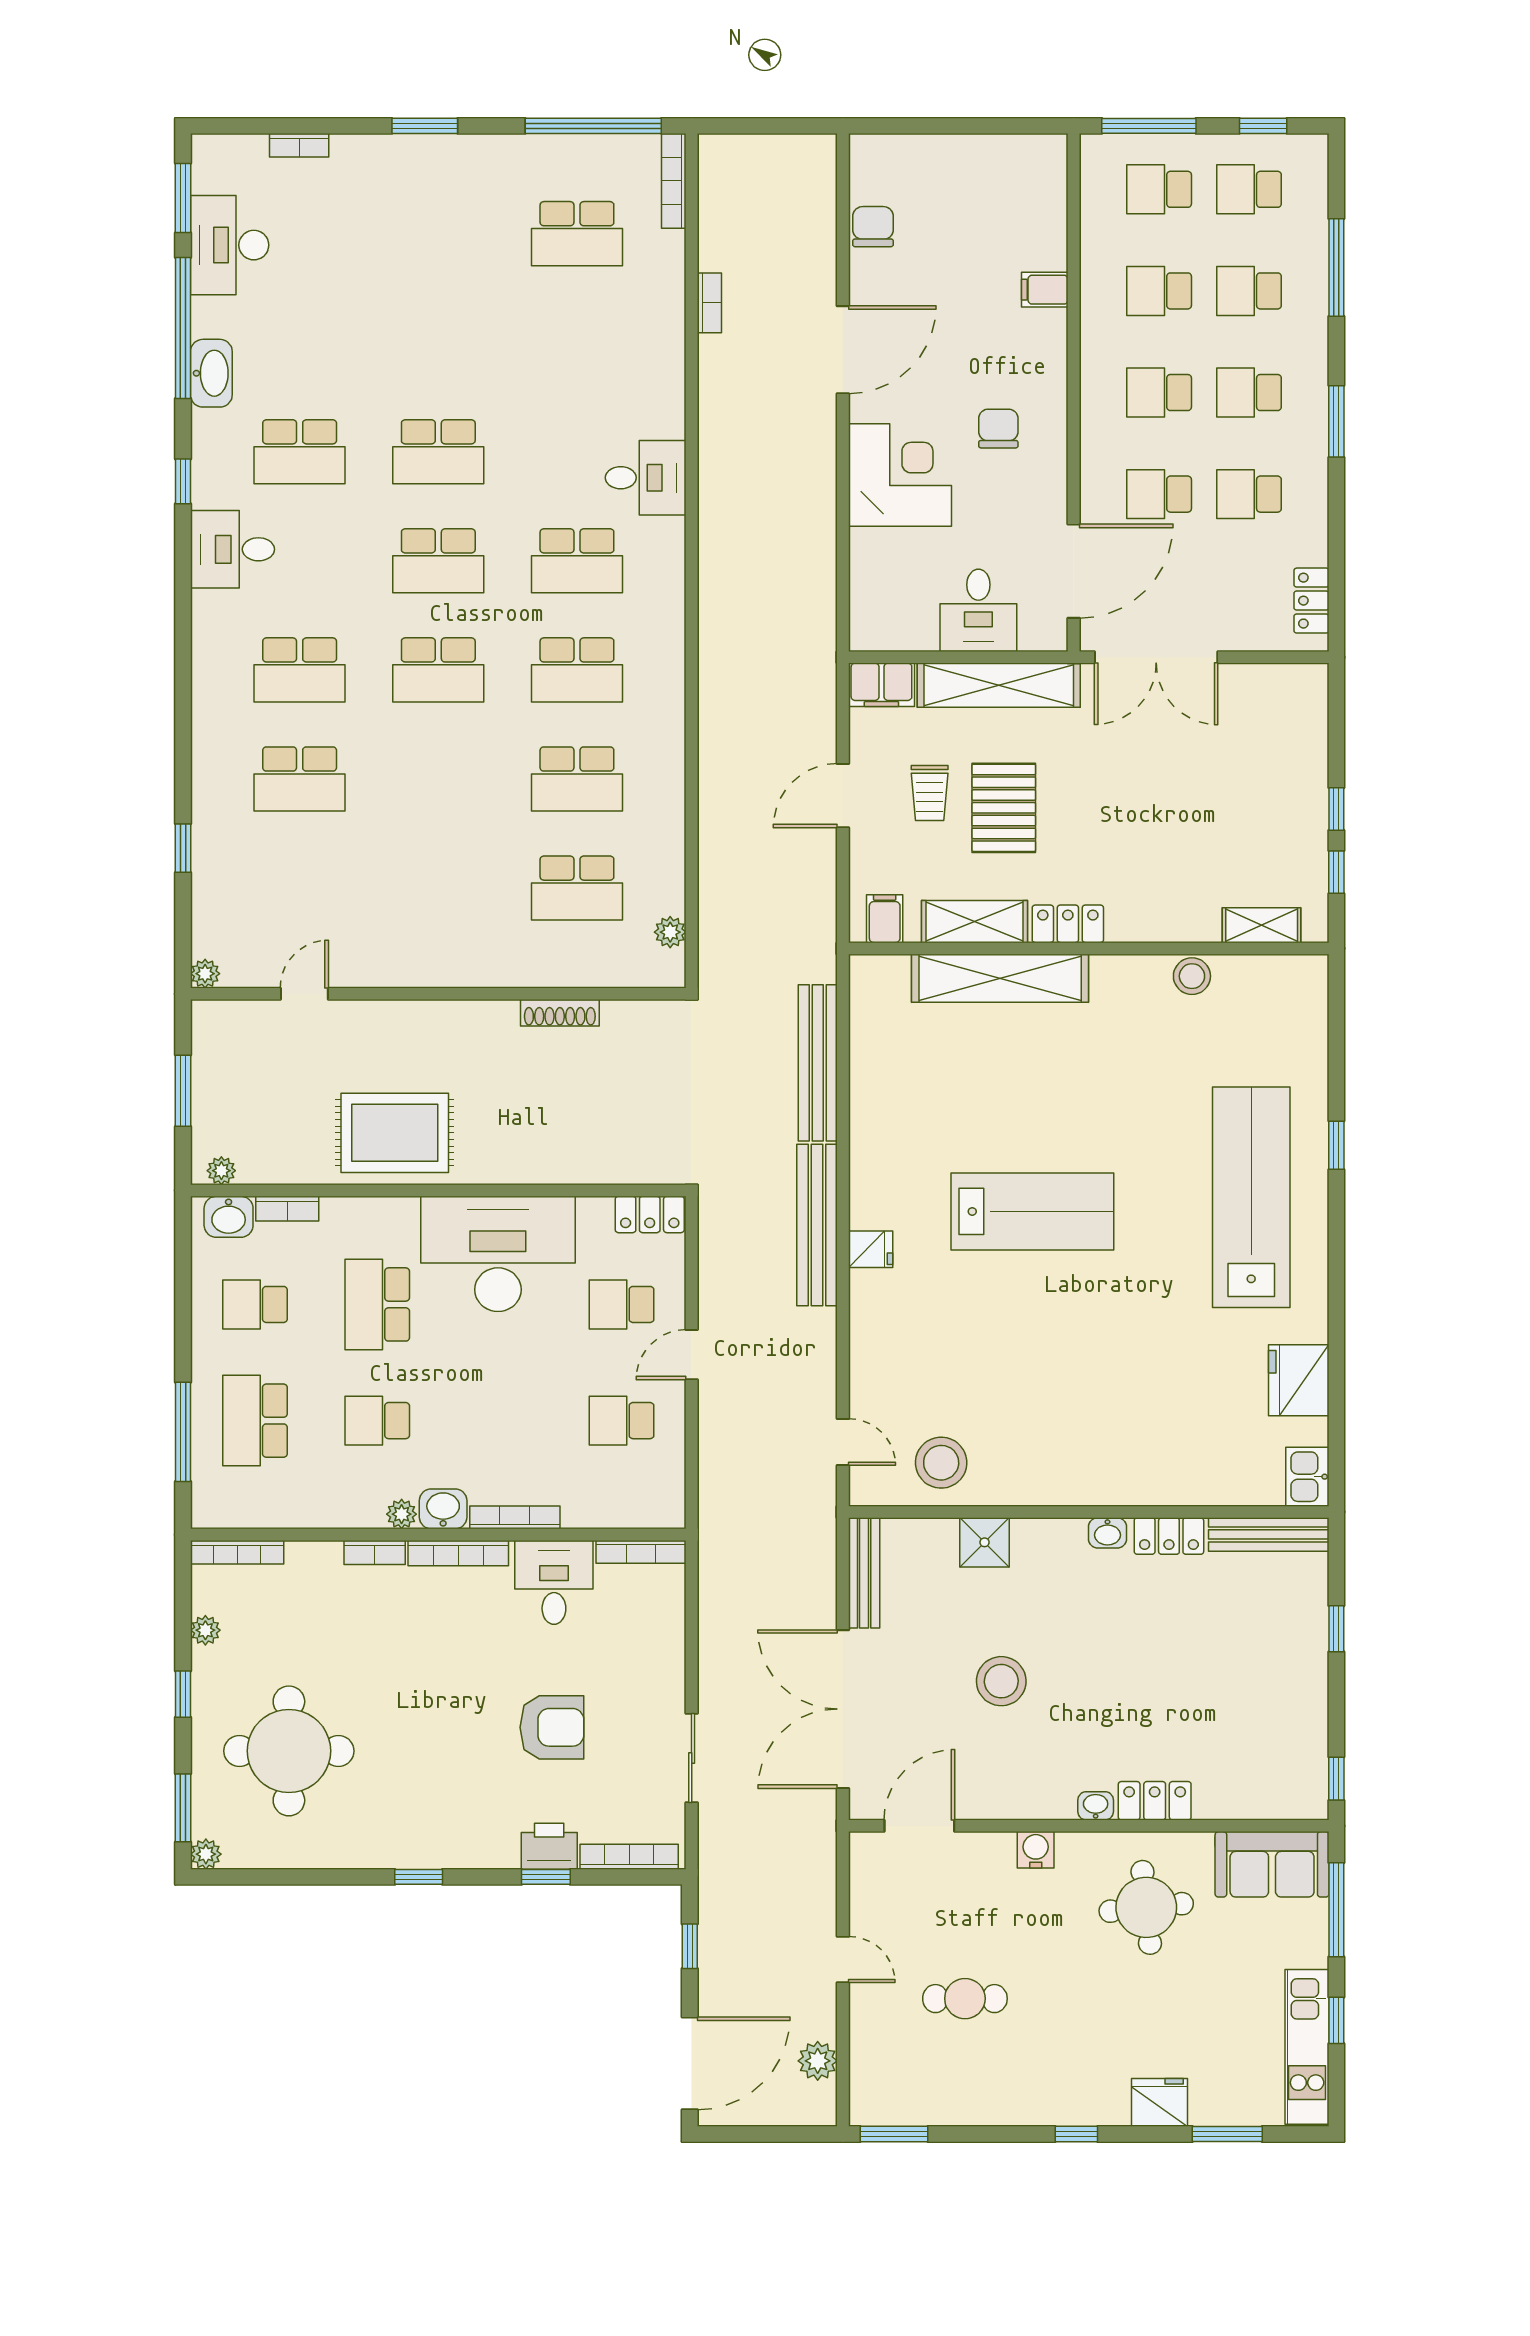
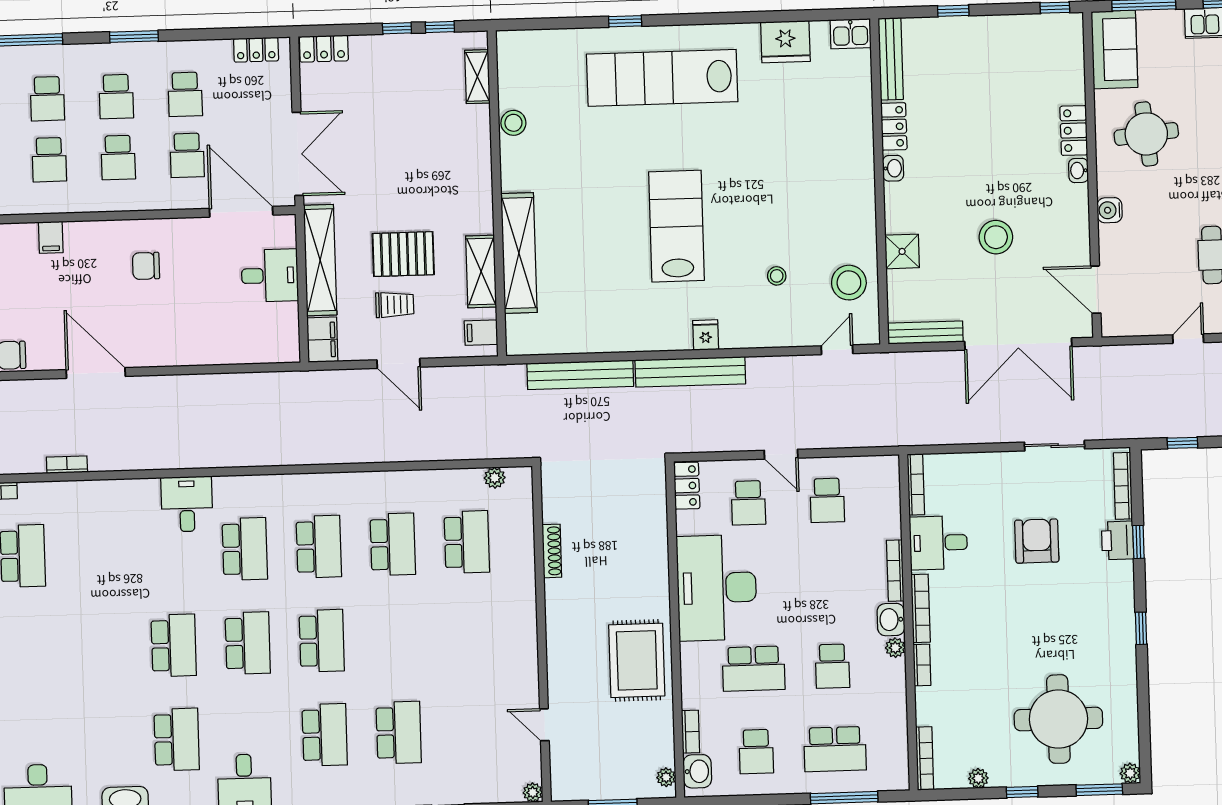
corner desk: (900, 475) -> (180, 332), removed
locker: (1068, 924) -> (324, 49), moved, turned -90
stool: (954, 1357) -> (777, 276), added

